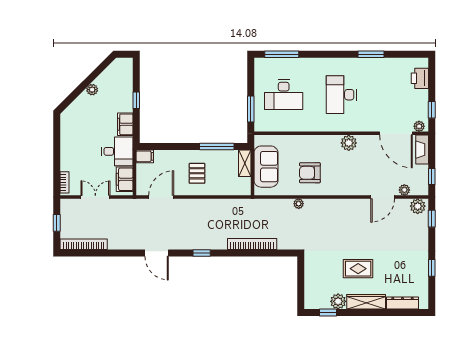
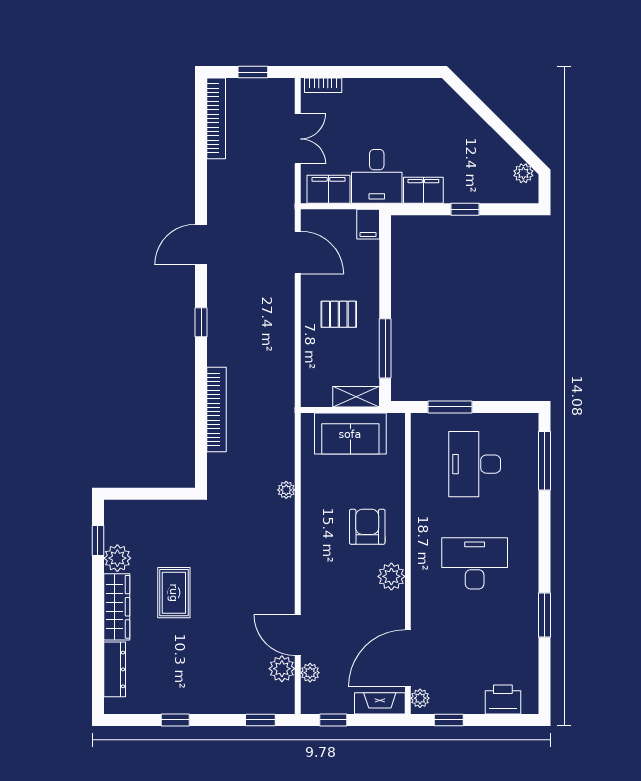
plant: (92, 90) -> (523, 173), moved
armchair: (310, 173) -> (367, 527), moved
plant: (418, 206) -> (282, 669), moved

